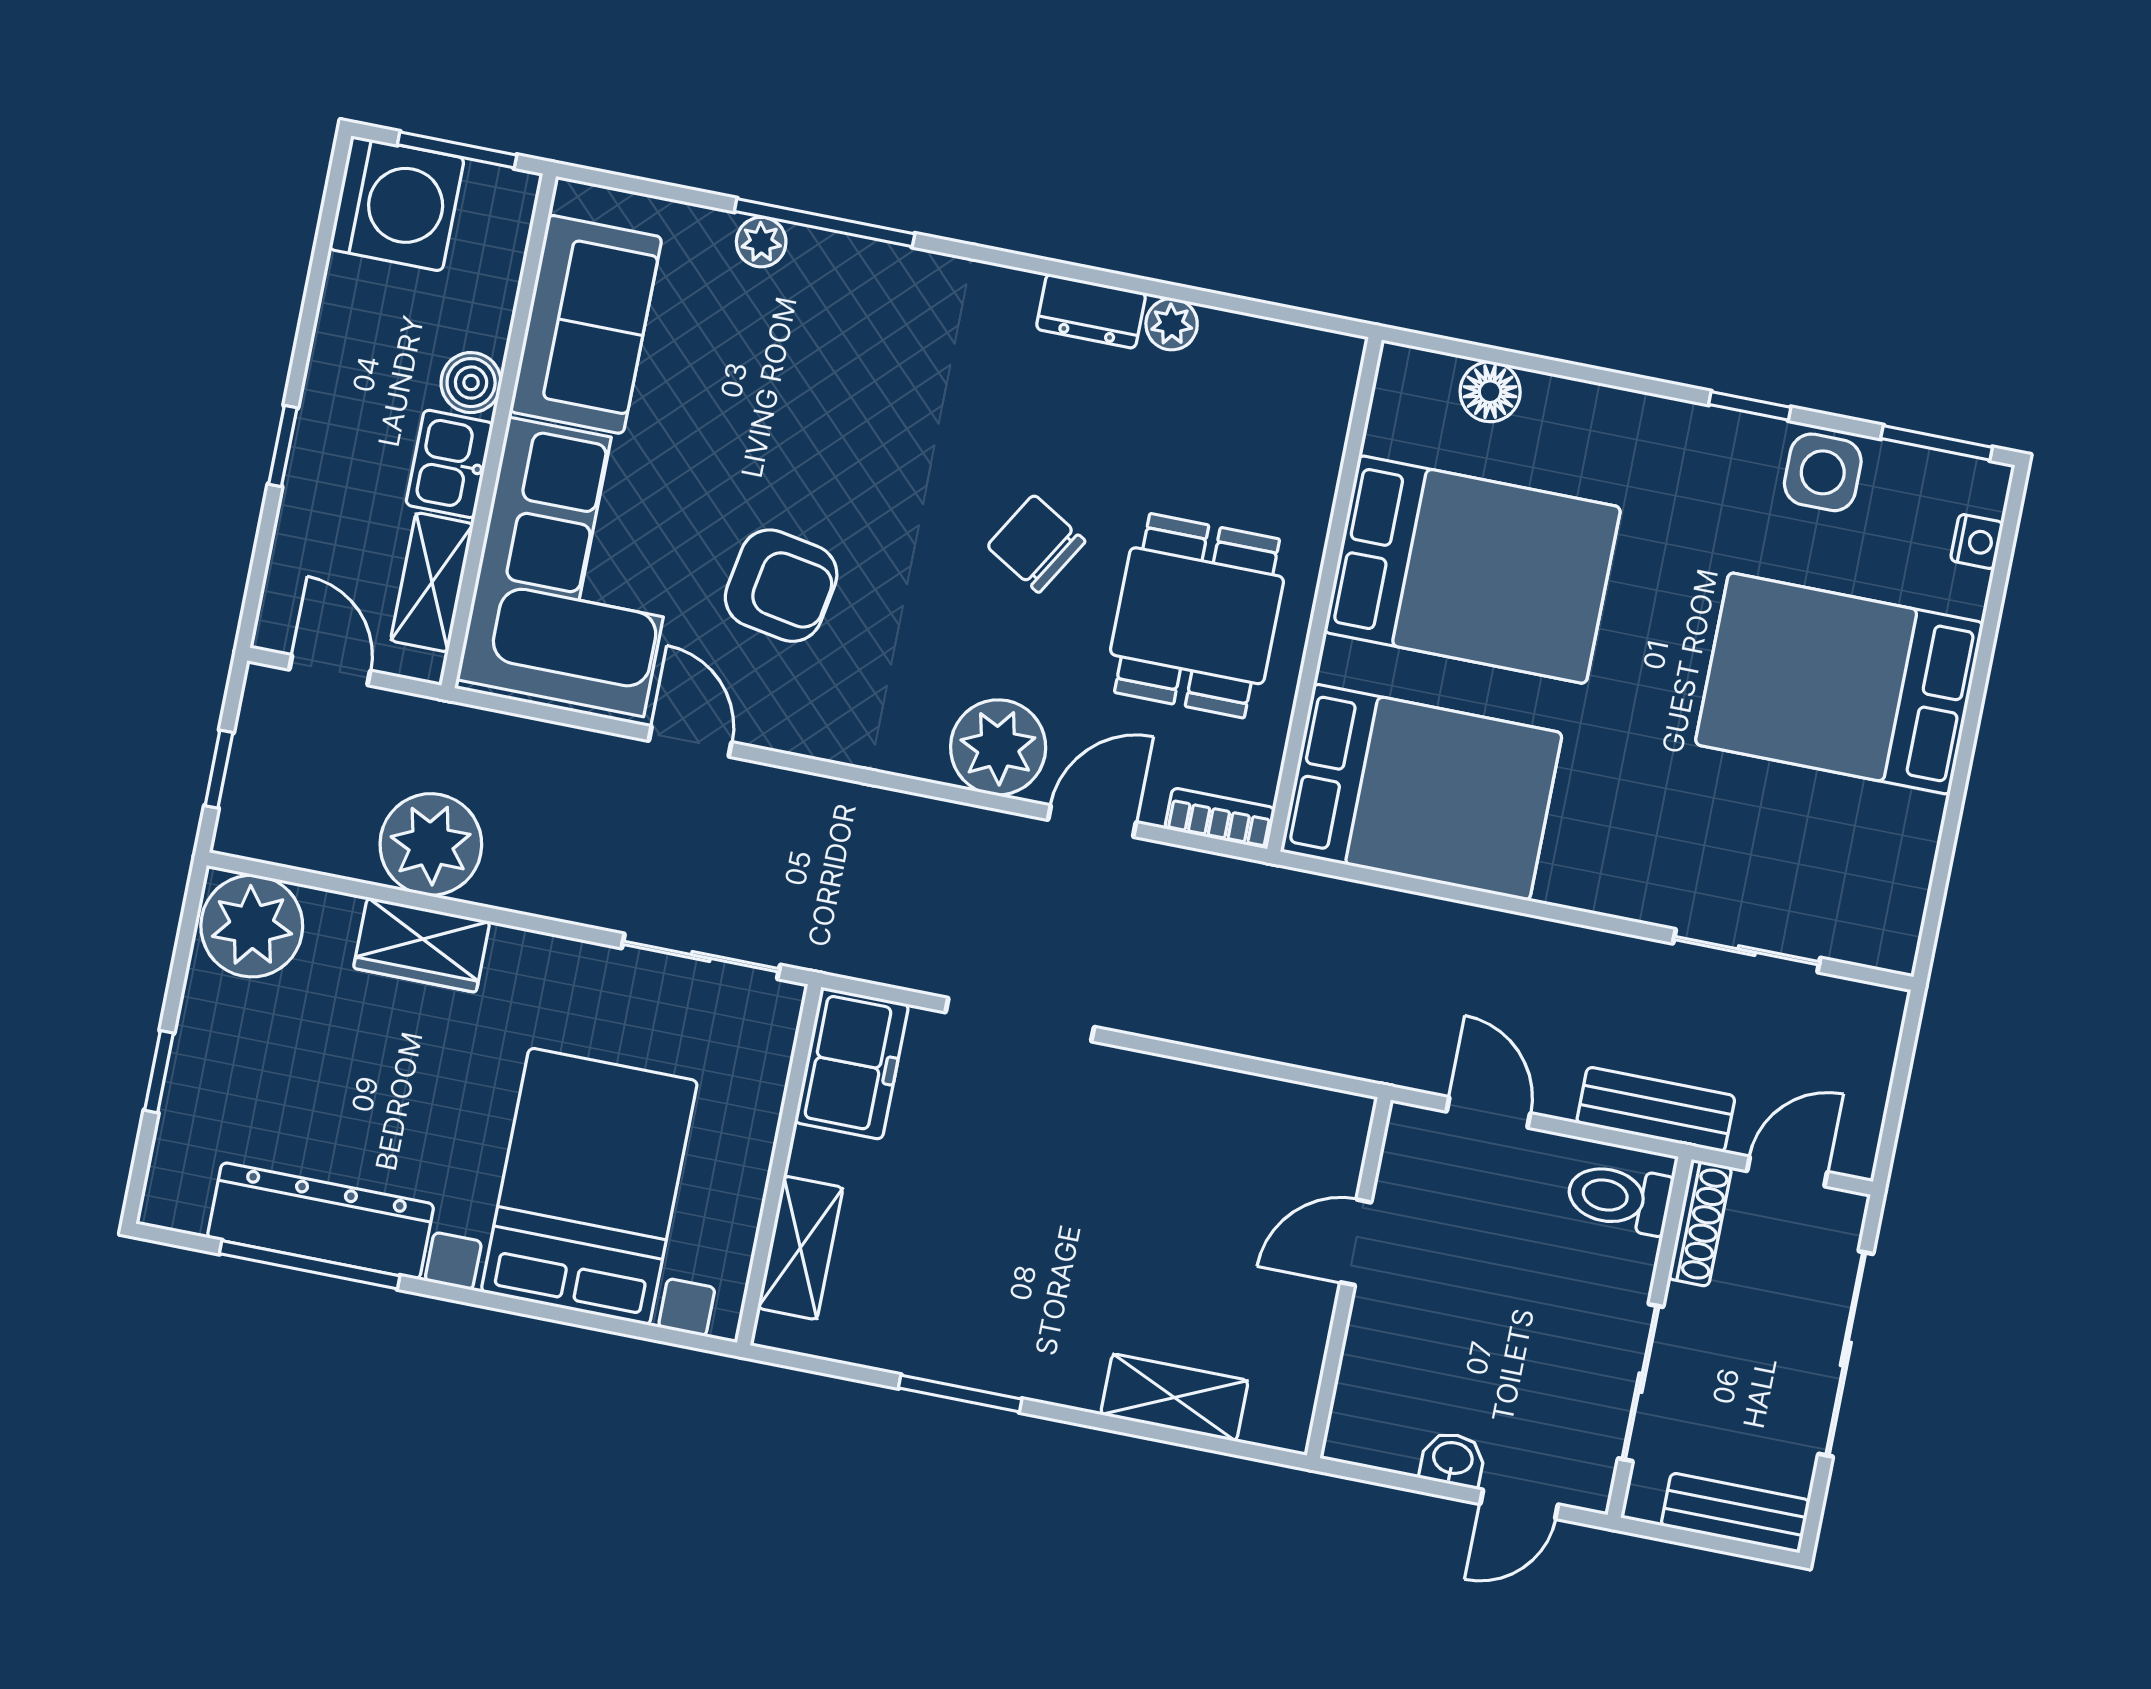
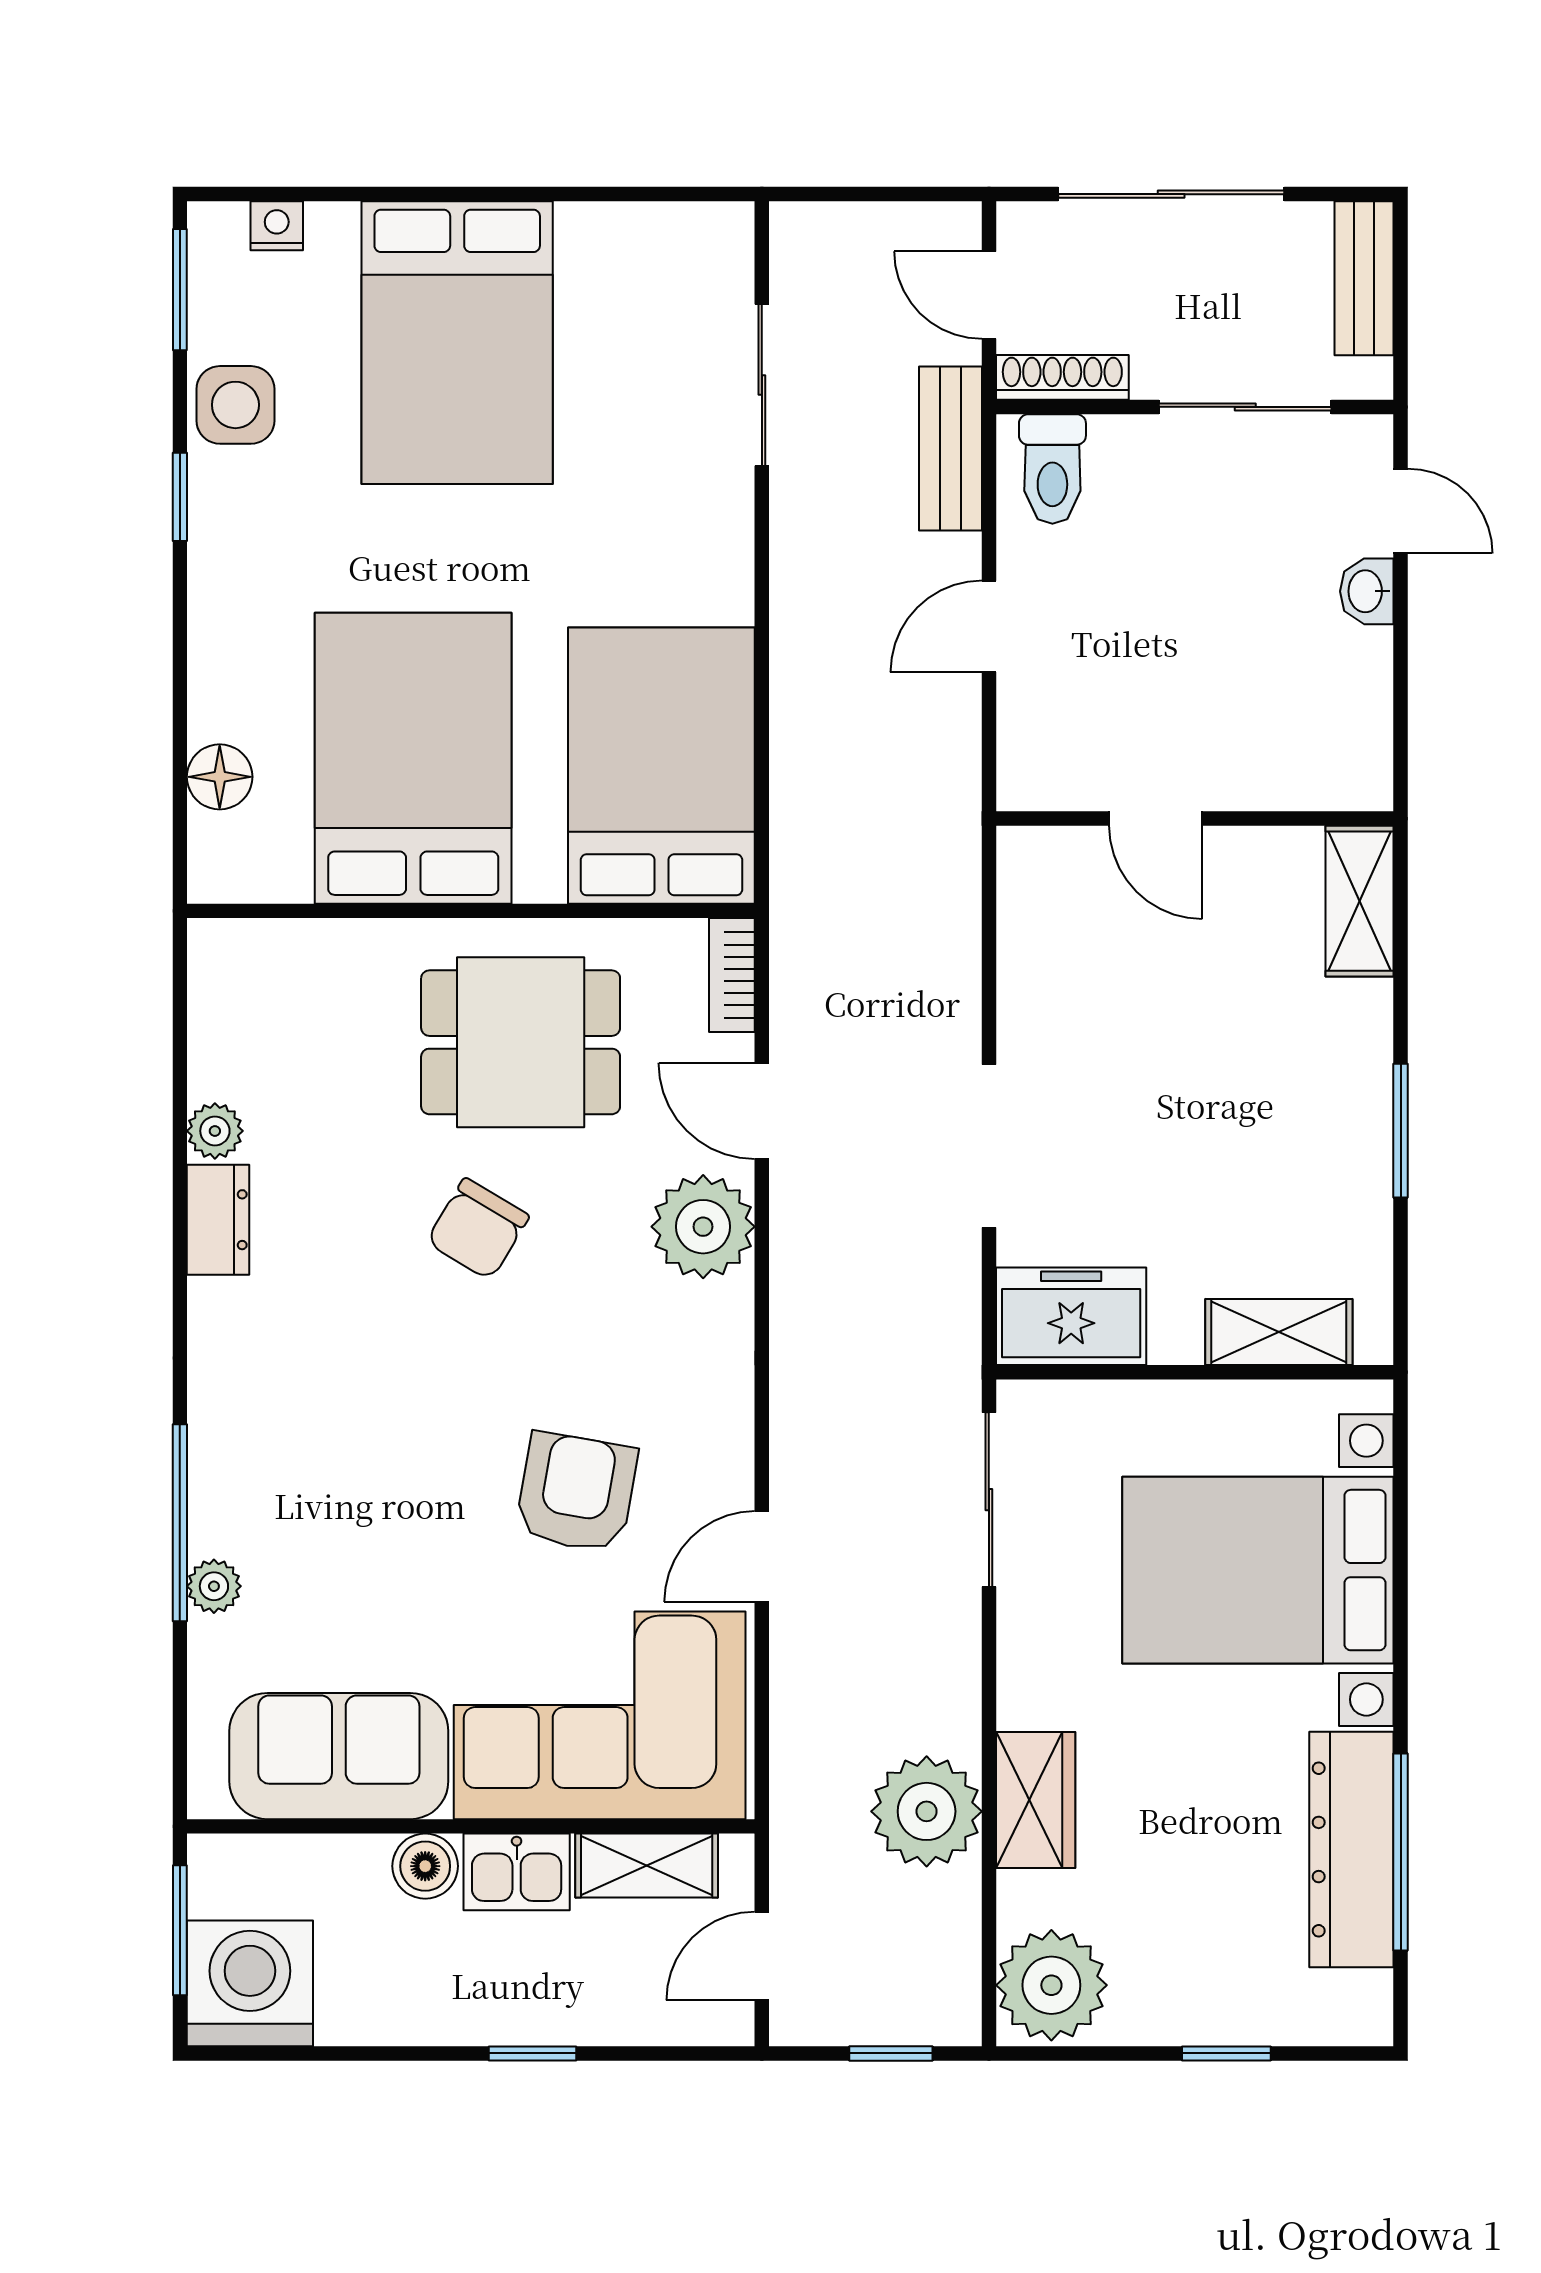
door: (1356, 1242) -> (1156, 819), moved
wall: (1349, 1278) -> (1195, 819), moved

